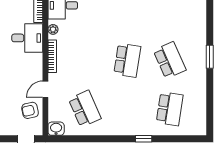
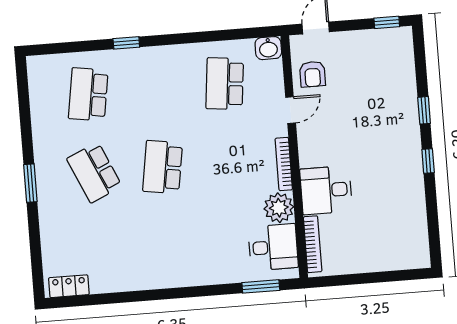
plant: (53, 29) -> (279, 208), width x1.88, depth x1.88
school desk: (85, 109) -> (225, 84), turned 30
armchair: (30, 110) -> (312, 74), turned 102

